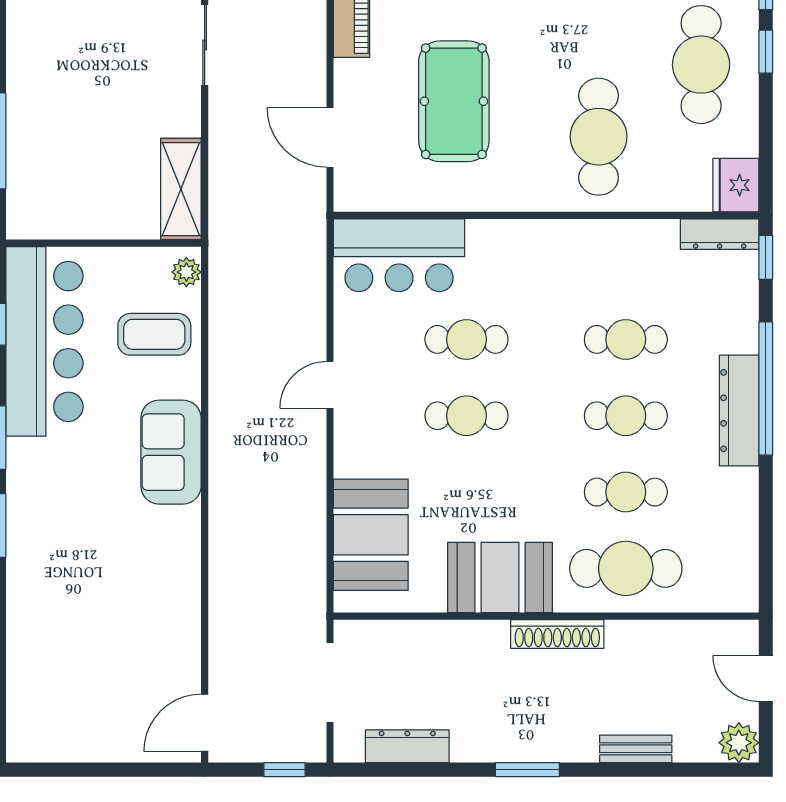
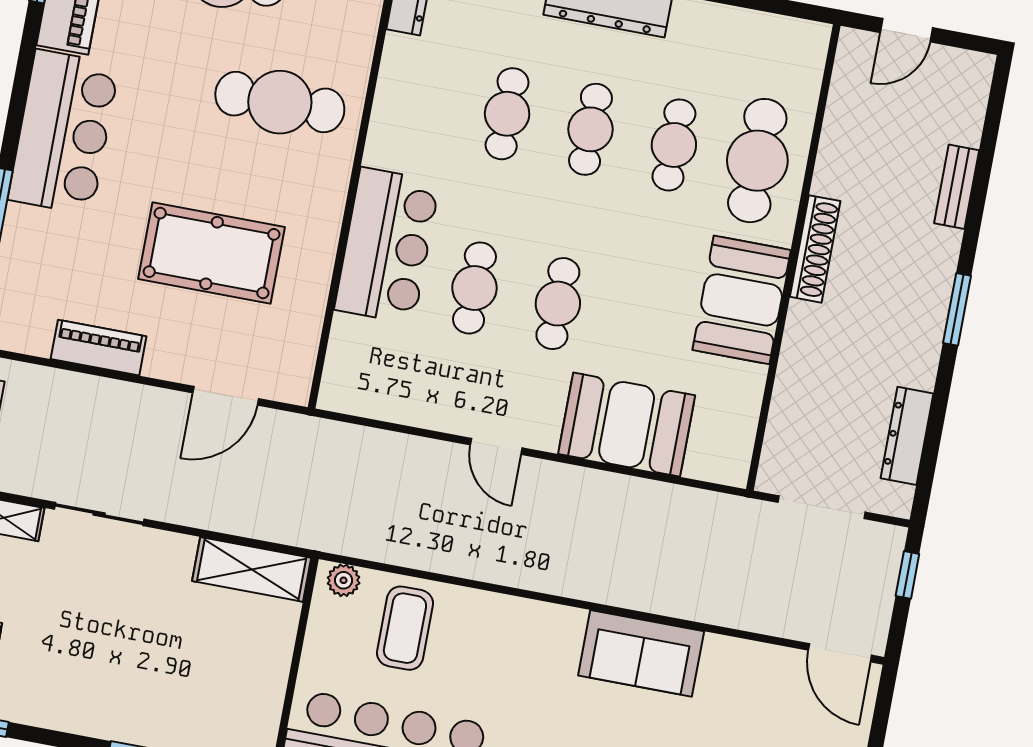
bar counter: (399, 255) -> (387, 246), moved
sofa: (171, 452) -> (641, 653), moved
booth: (371, 535) -> (627, 425), moved
plant: (739, 743) -> (971, 73), removed

